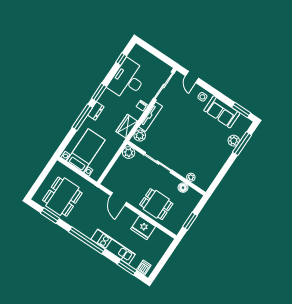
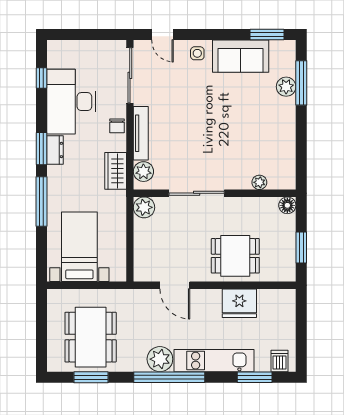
dresser: (96, 111) -> (55, 150), moved
floor lamp: (183, 188) -> (287, 205), moved
plant: (88, 229) -> (160, 359), added

